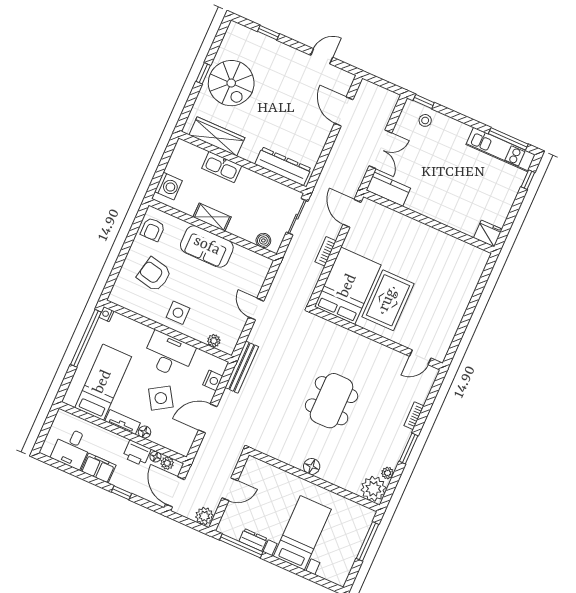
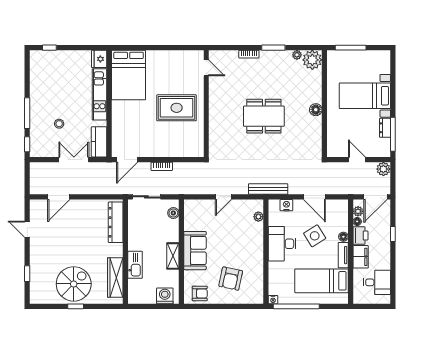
stool: (425, 120) -> (59, 124), moved
window: (508, 139) -> (27, 113), moved
kitchen unit: (501, 150) -> (99, 94), moved, turned 180
bed: (348, 286) -> (129, 75), moved, turned -90
side table: (178, 313) -> (250, 250), removed
filing cabinet: (98, 468) -> (361, 257), moved, turned 180

